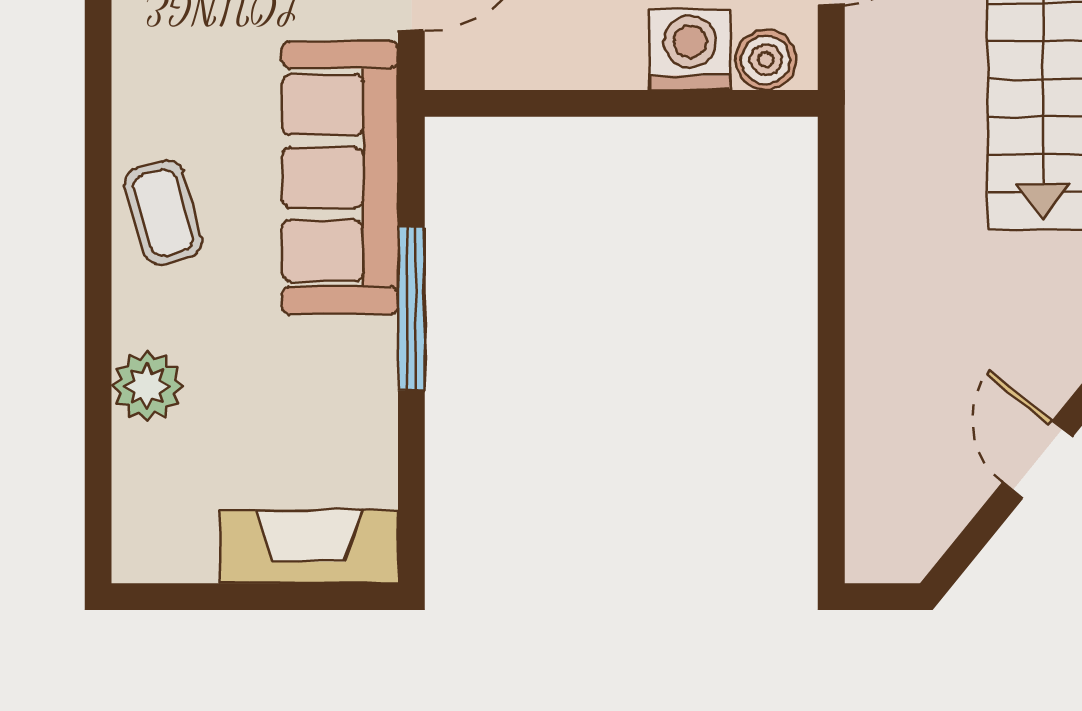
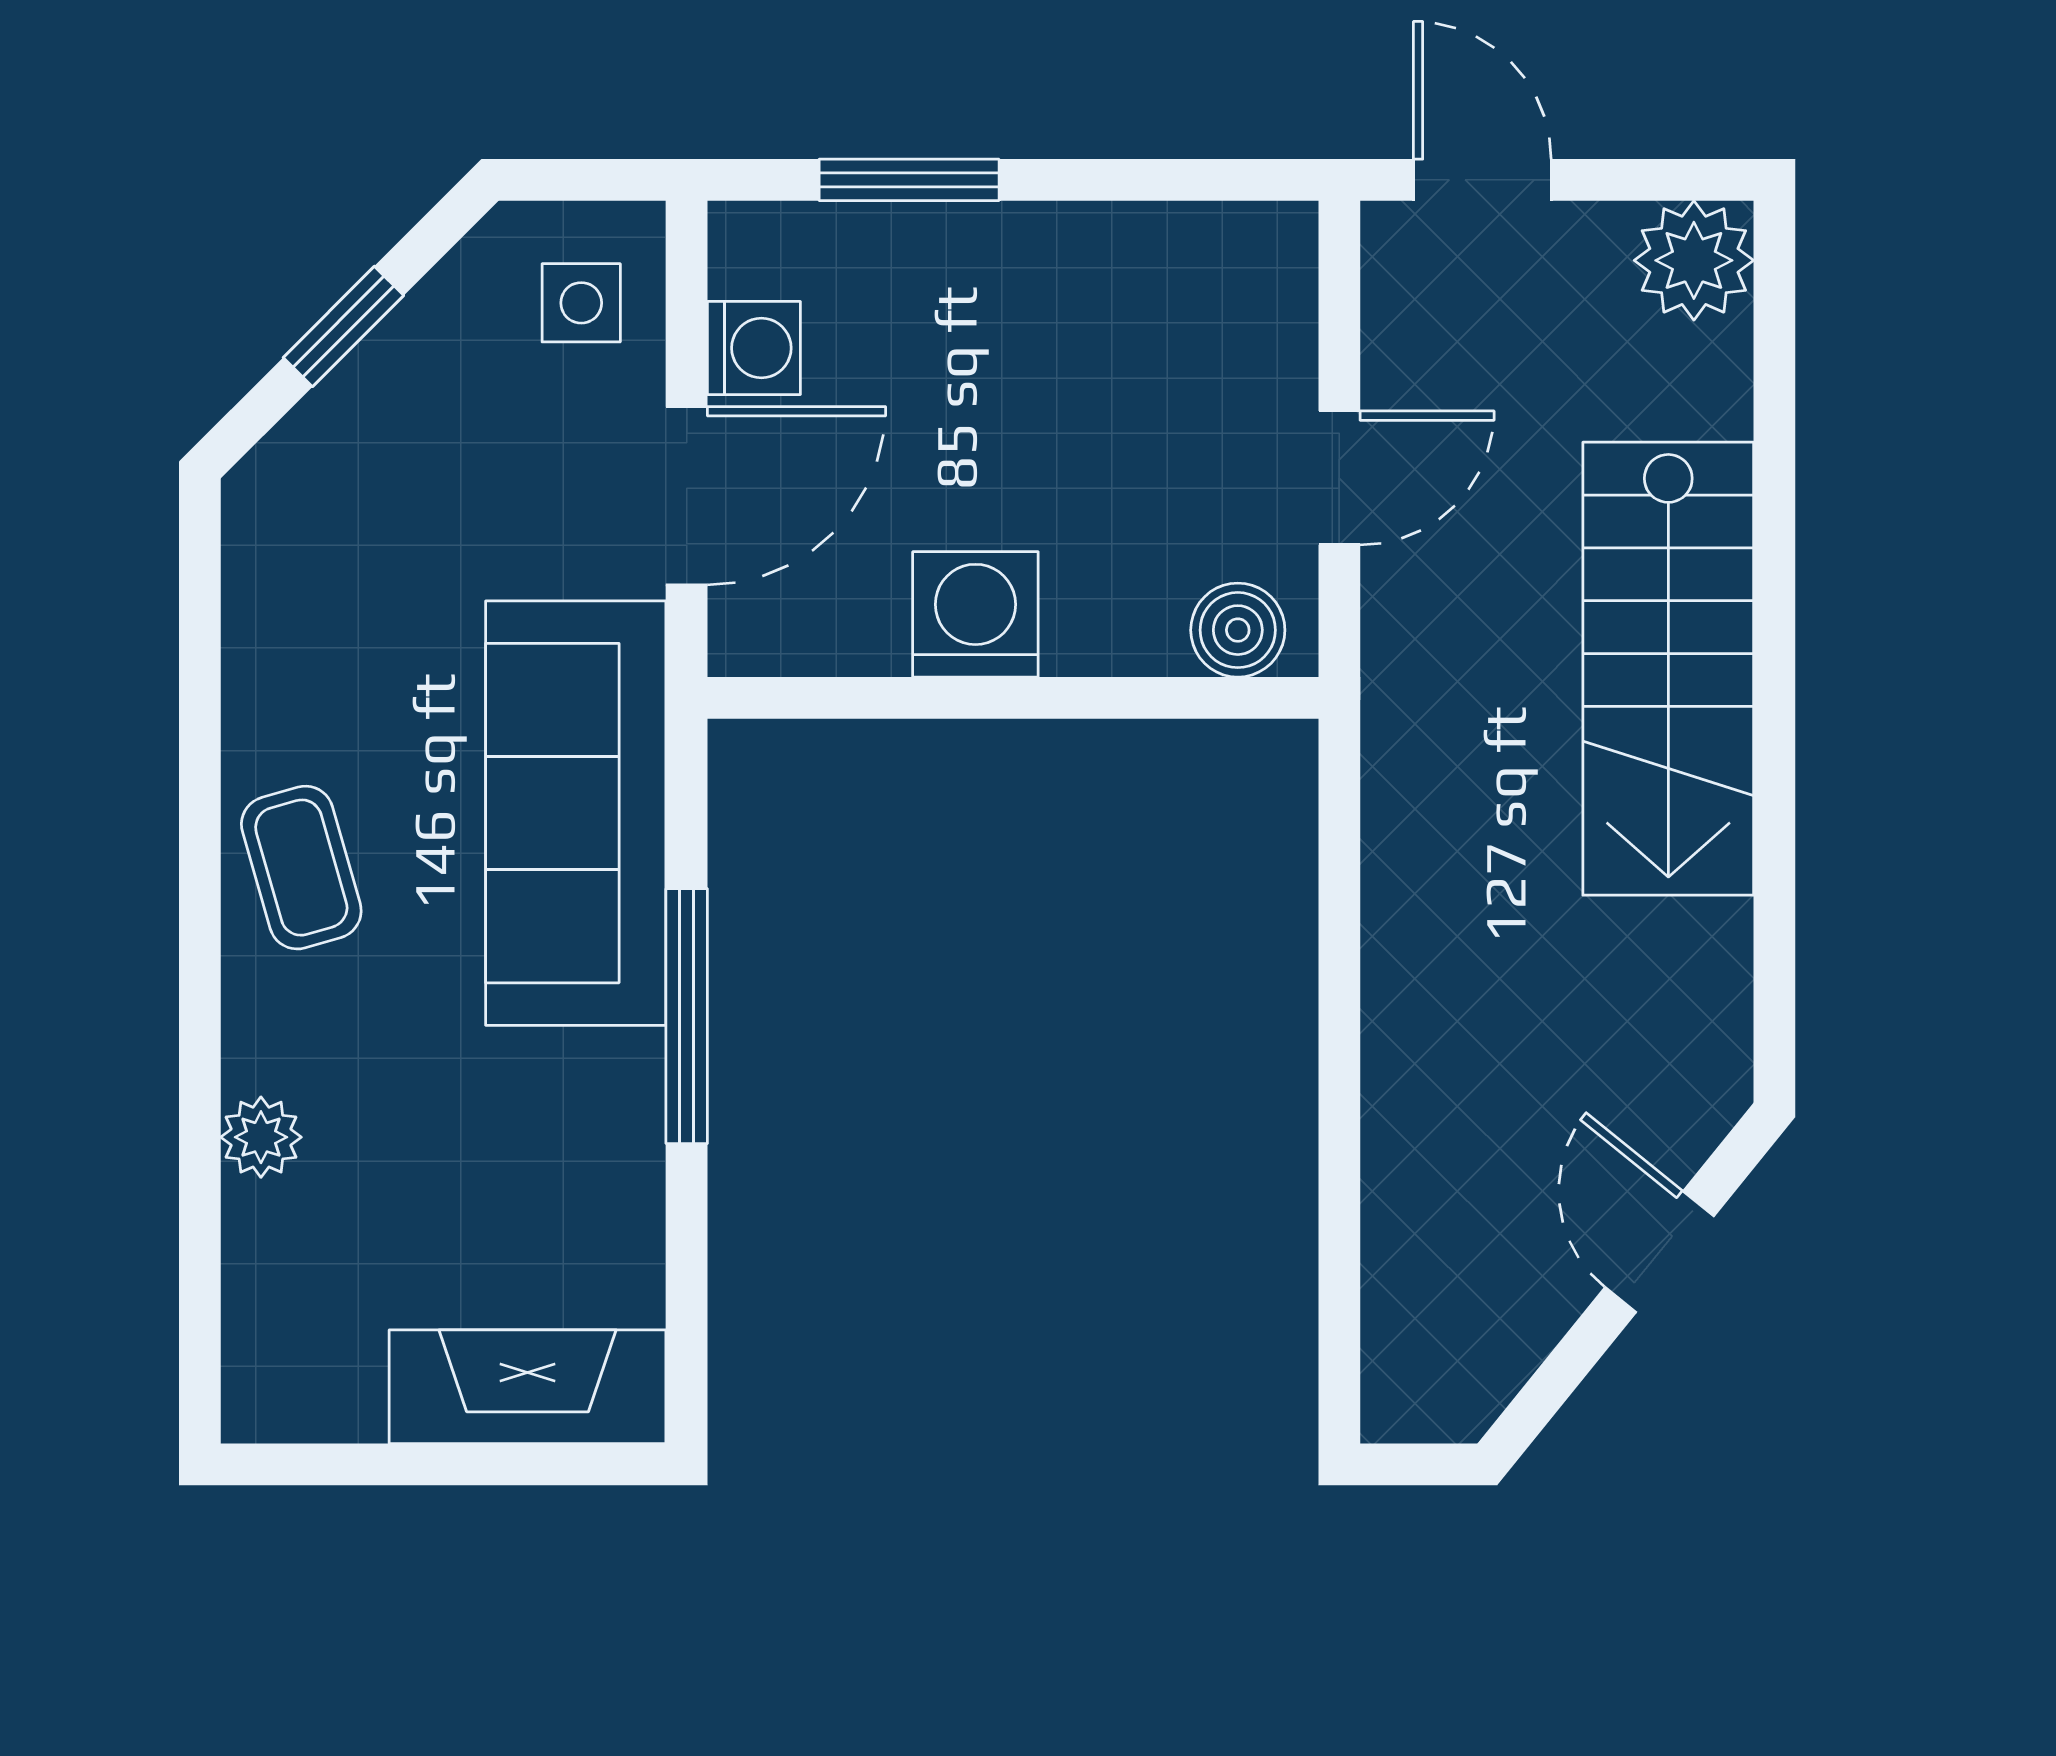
washing machine: (690, 50) -> (975, 614), moved
plant: (147, 386) -> (261, 1137), width x0.73, depth x0.73

